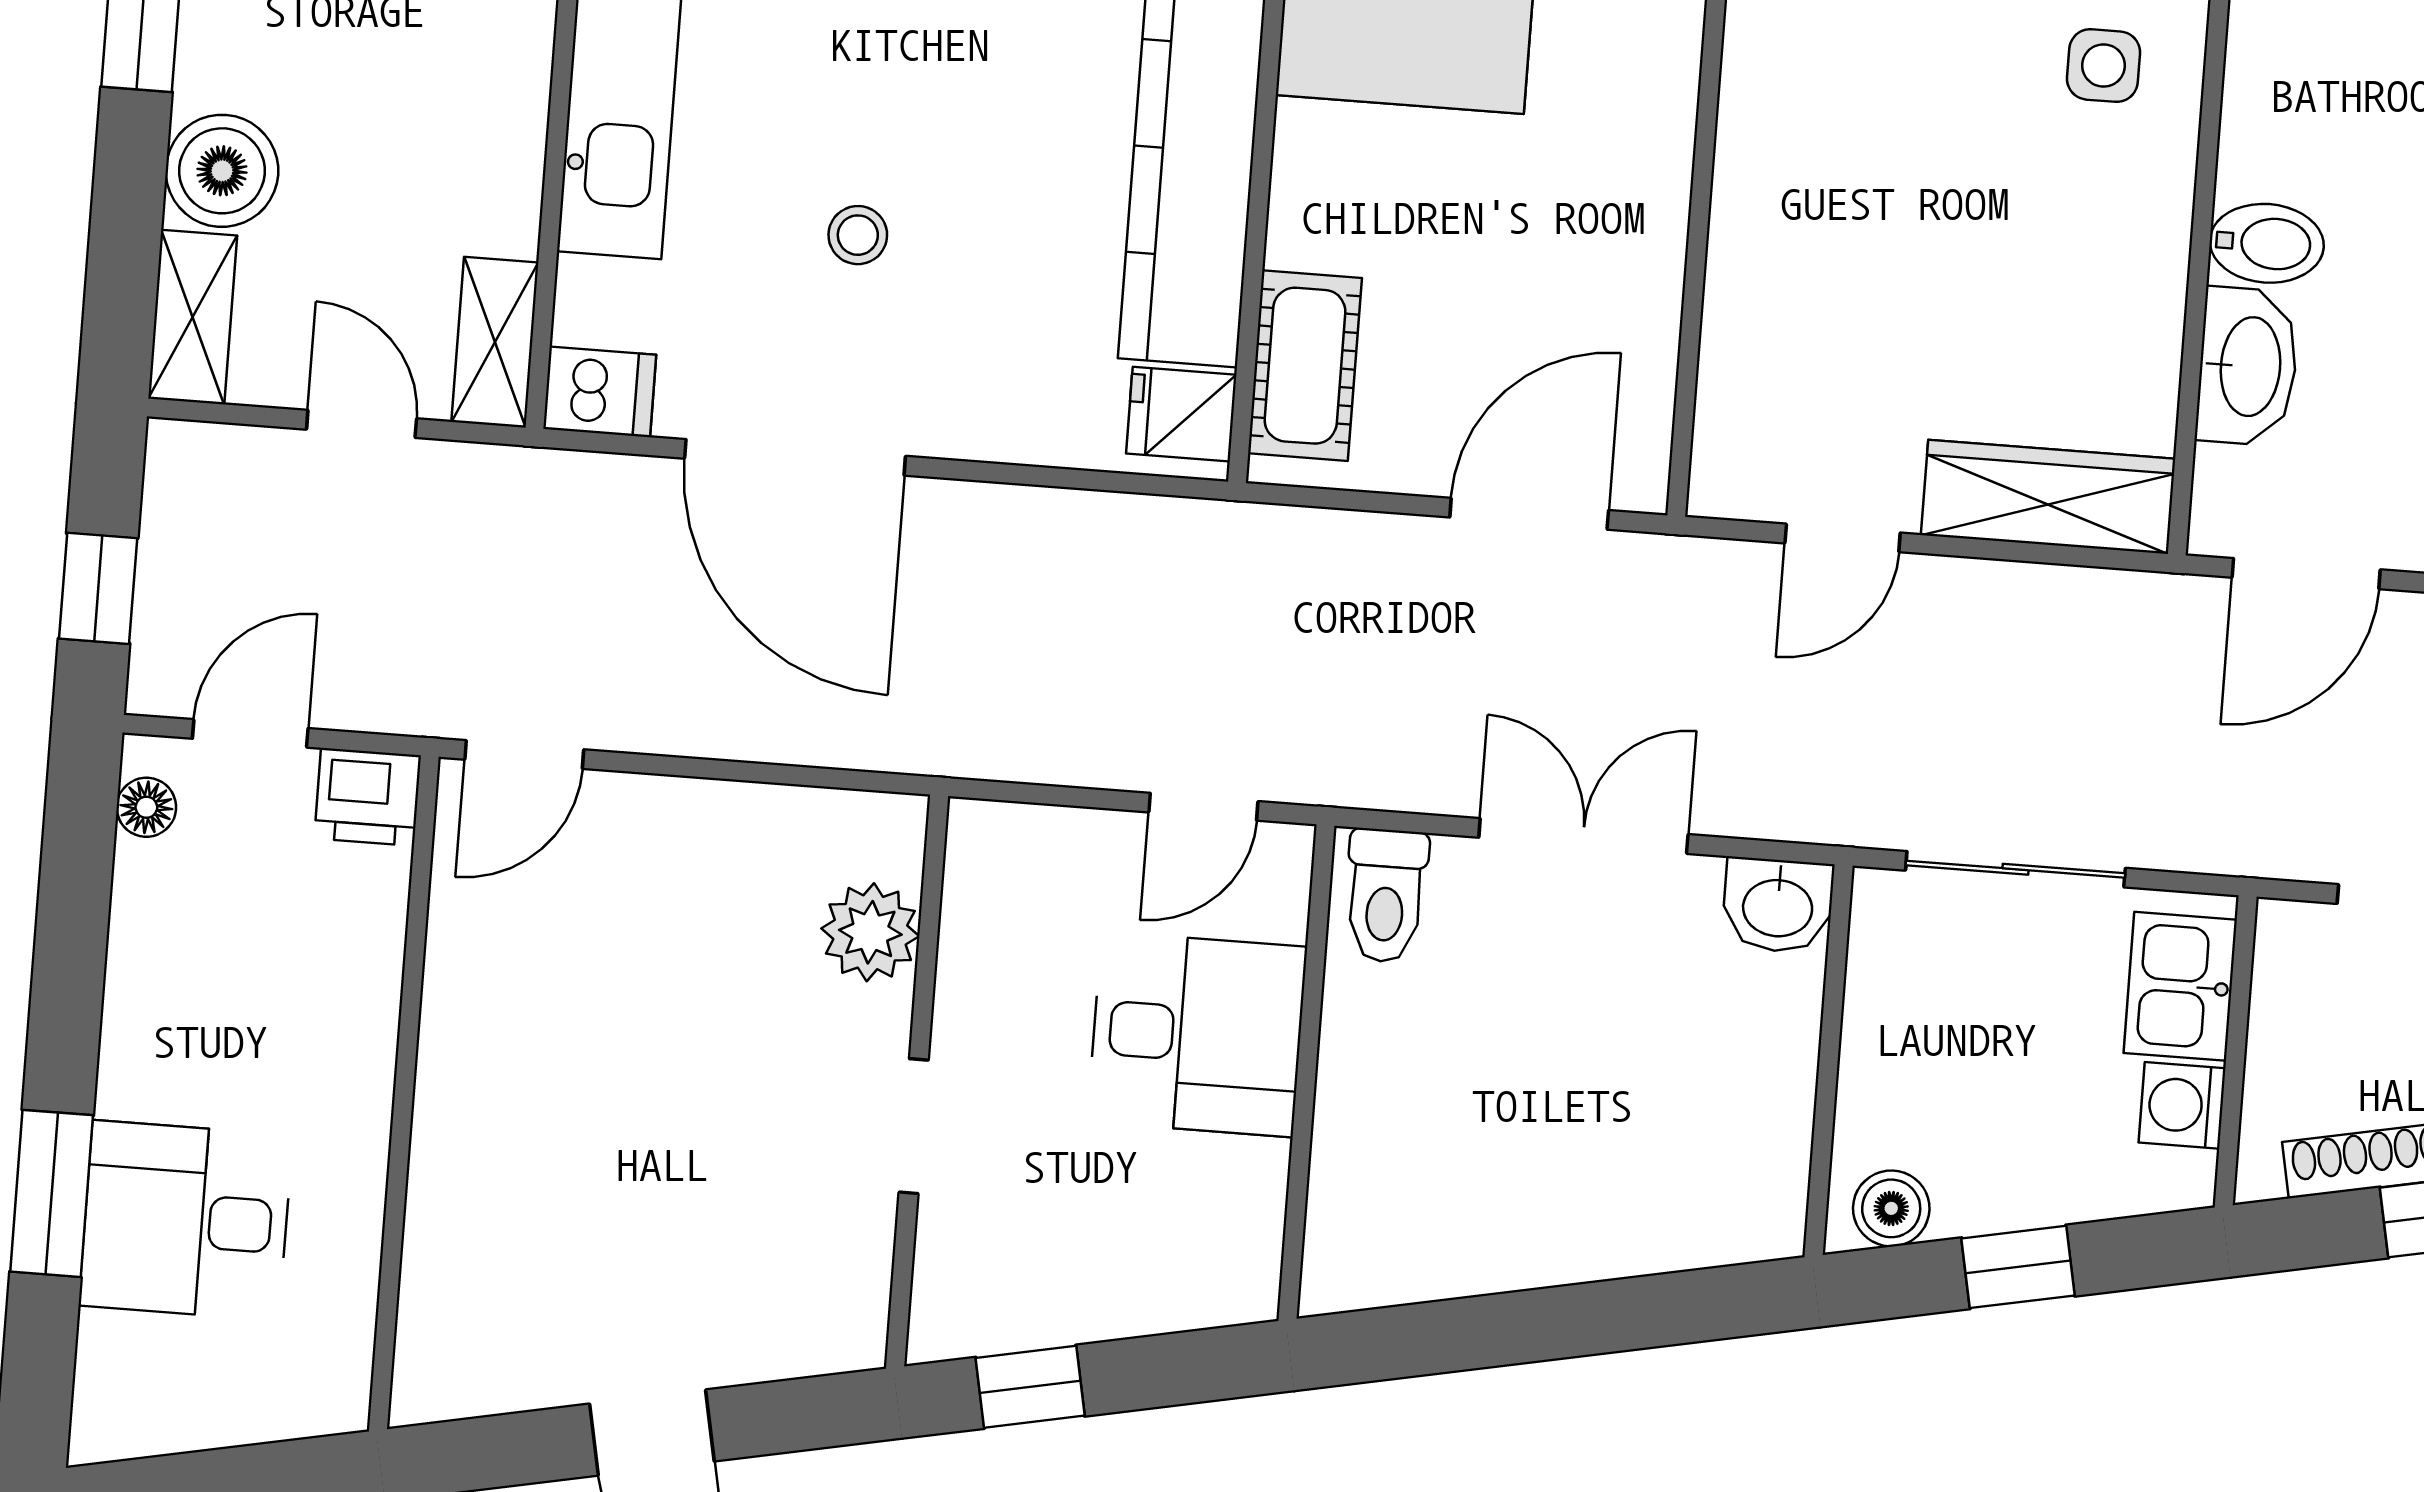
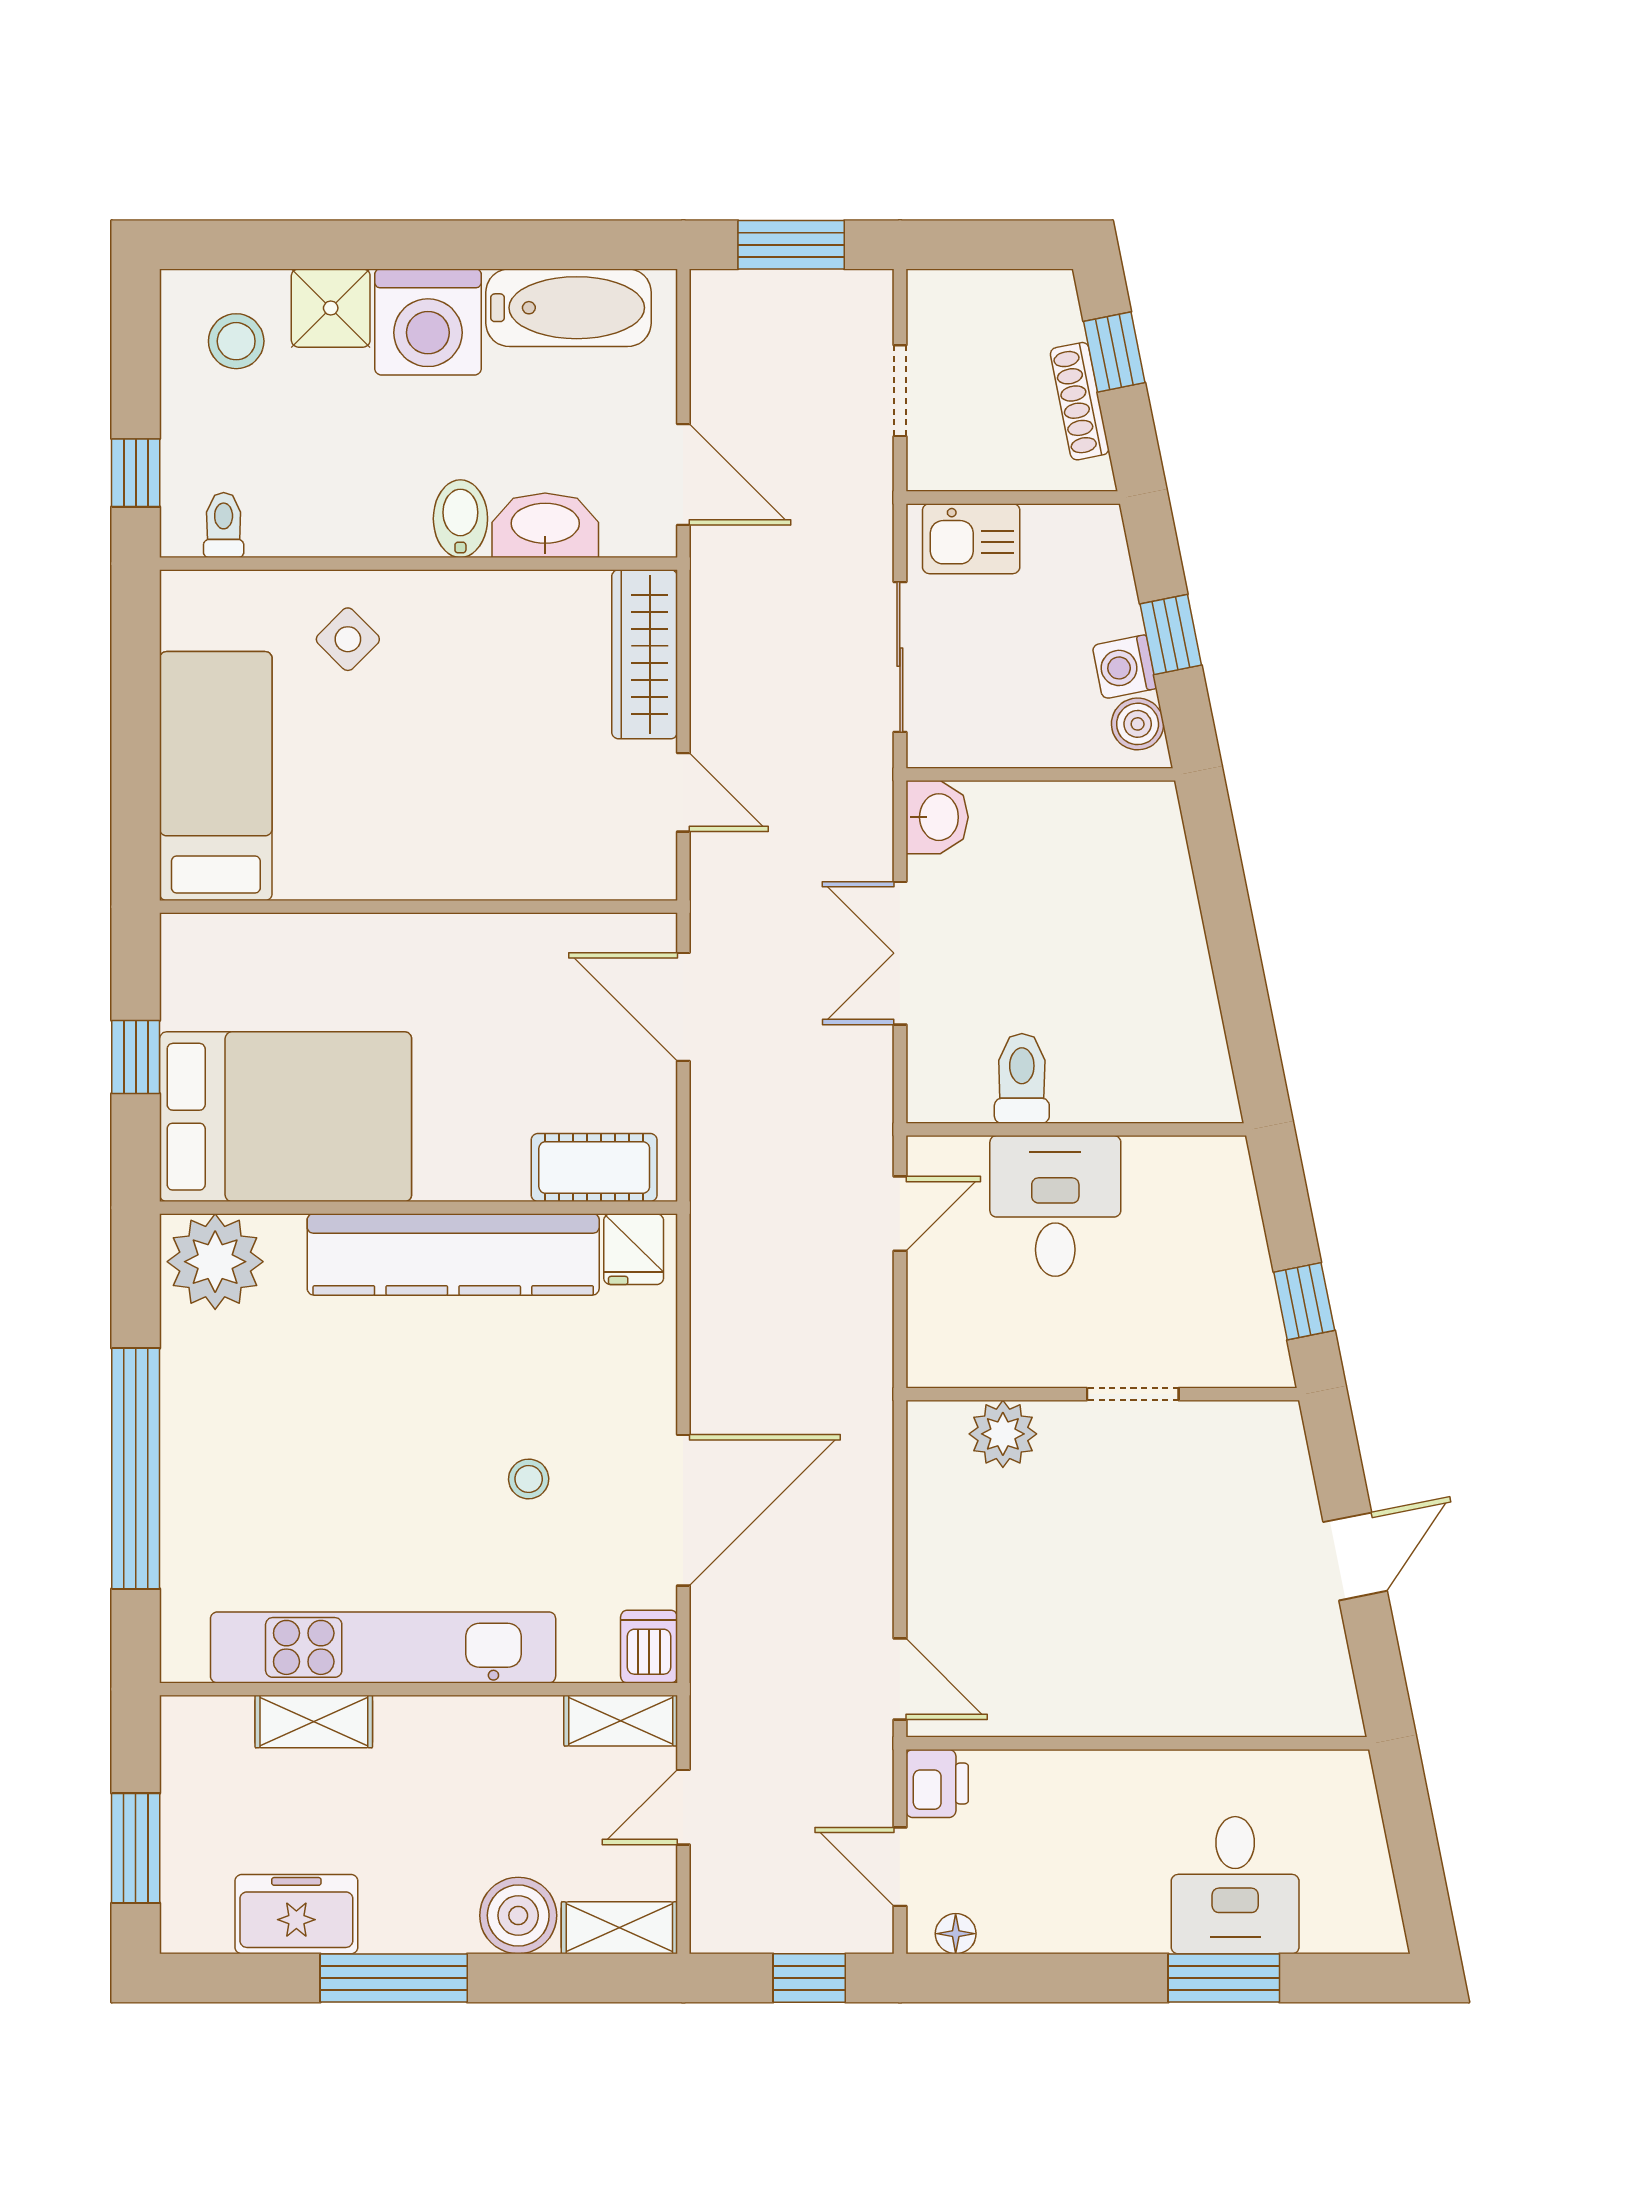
side table: (2104, 66) -> (348, 639), turned 45
door: (1203, 807) -> (900, 1214), hinge flipped
toilet: (1386, 896) -> (1022, 1078), moved, turned -90
washing machine: (2182, 1105) -> (1124, 667), moved, turned 79

